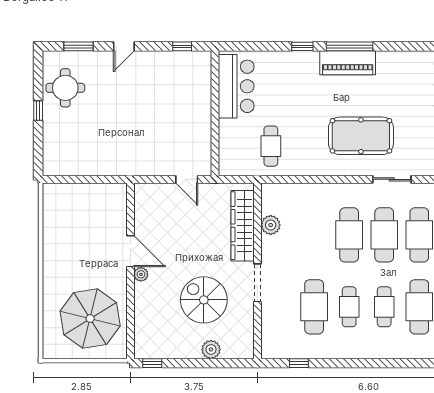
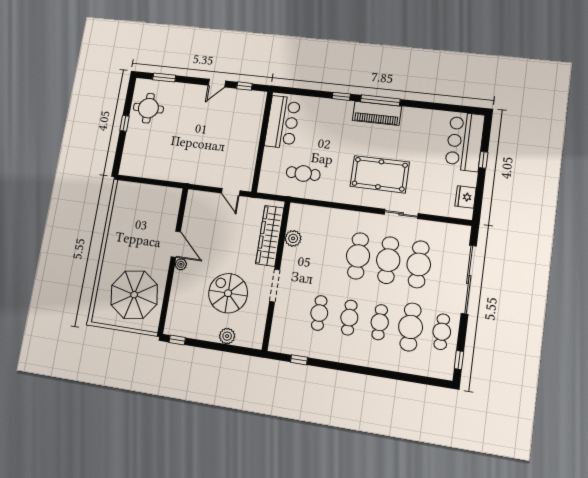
door: (124, 46) -> (217, 83), moved
cafe table: (271, 146) -> (303, 174), turned 90
cafe table: (314, 307) -> (319, 313), width x0.73, depth x0.74

